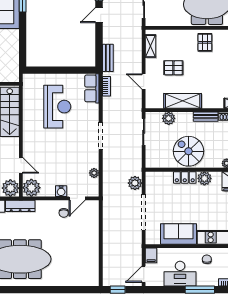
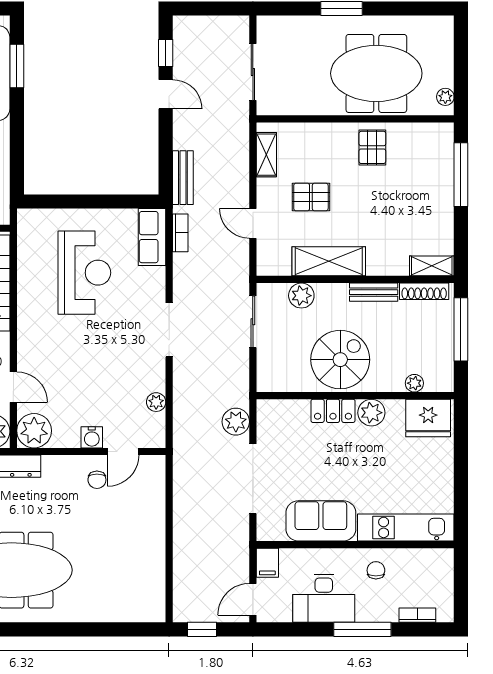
door: (99, 15) -> (166, 94), swing flipped
spiral stairs: (188, 151) -> (340, 360), turned 90

